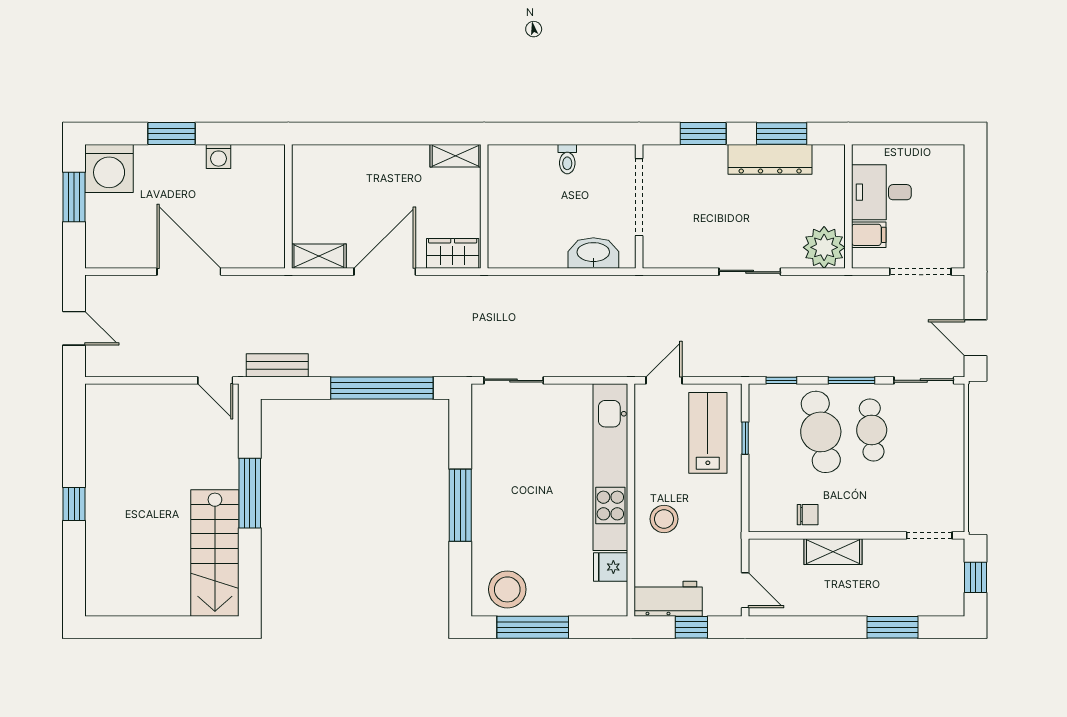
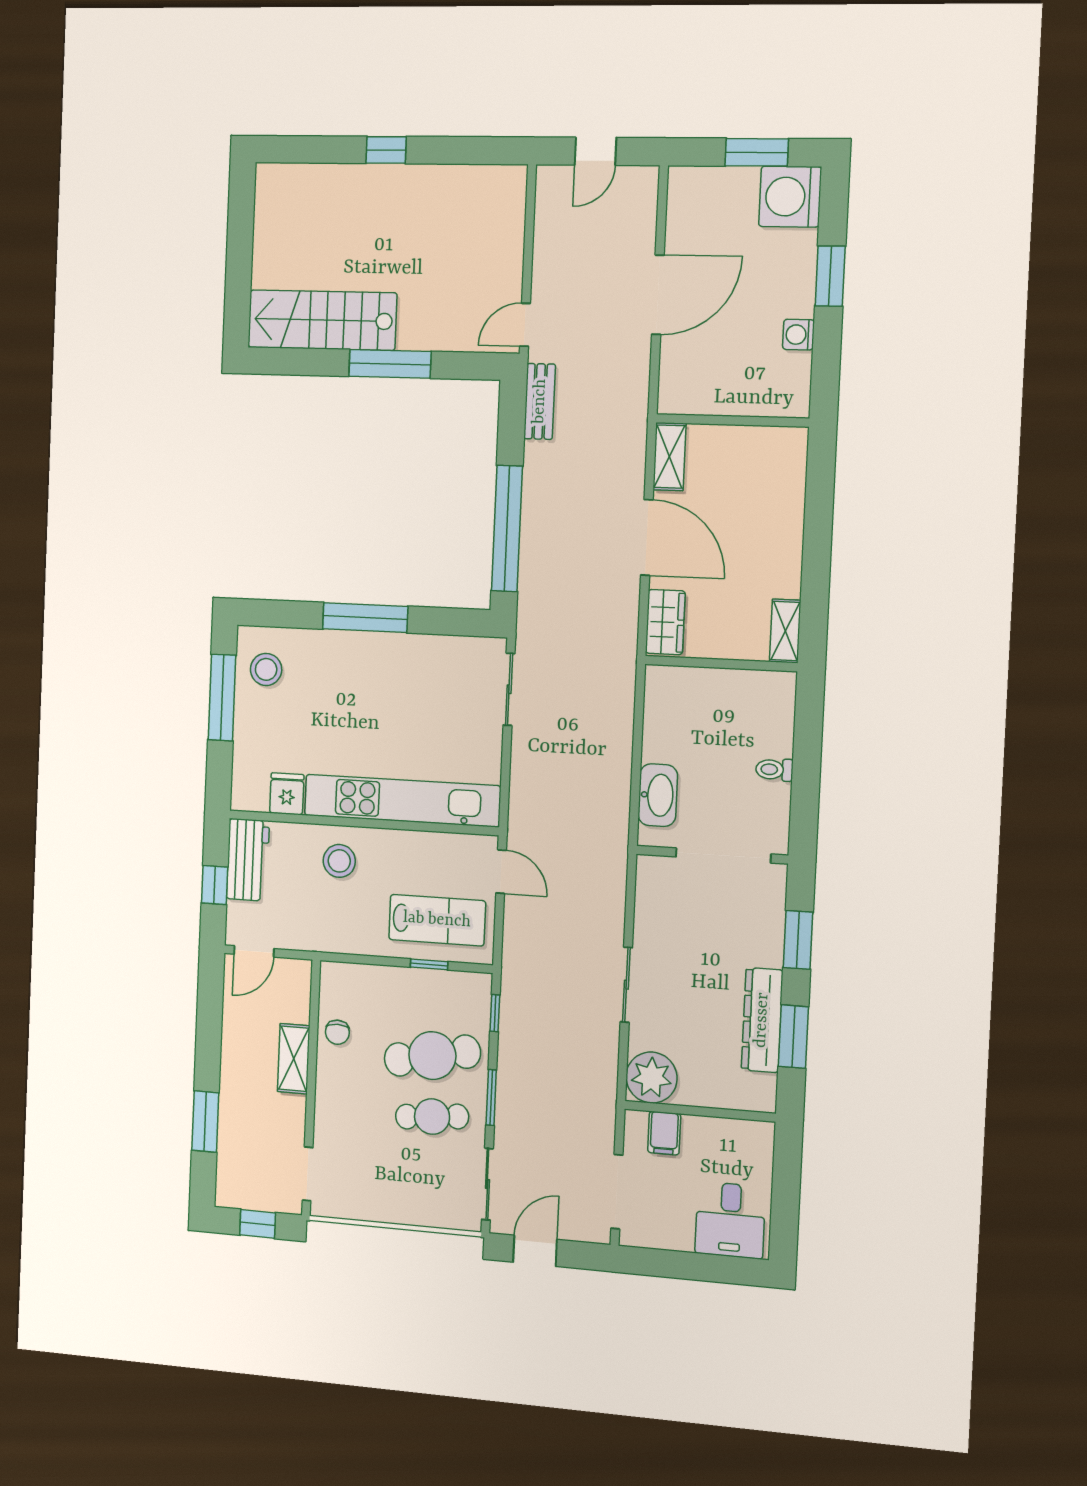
desk: (881, 192) -> (730, 1220), moved, turned 180
stool: (507, 589) -> (266, 669), width x0.73, depth x0.73

